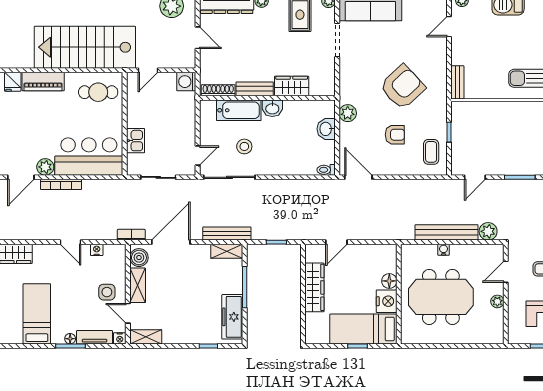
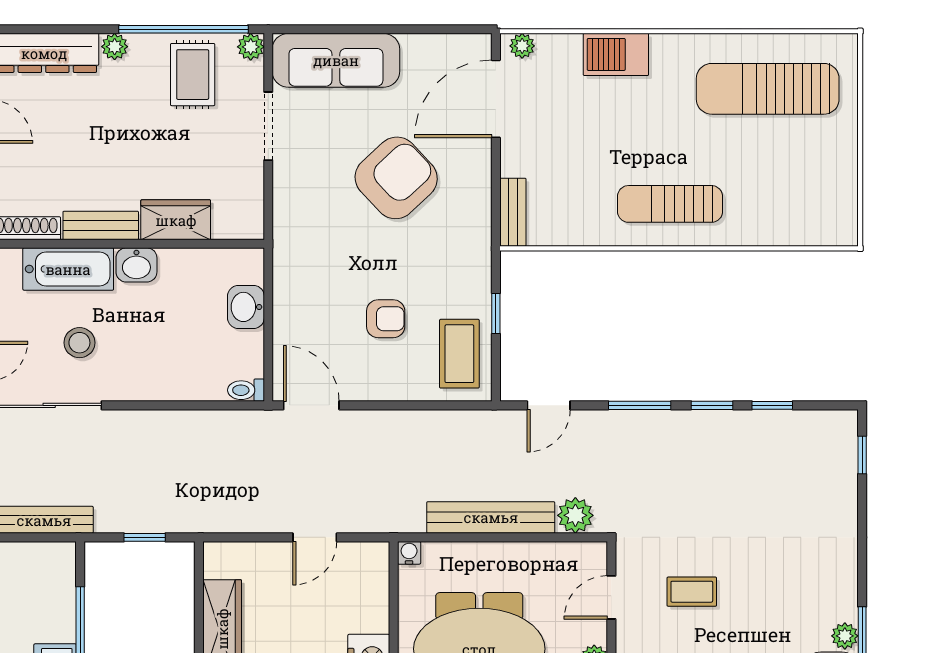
door: (449, 27) -> (496, 99), width x1.88
armchair: (402, 87) -> (396, 178), moved
plant: (348, 113) -> (290, 275), removed
coffee table: (431, 152) -> (459, 354), width x1.36, depth x1.30
door: (336, 242) -> (315, 537), moved
water cooler: (444, 250) -> (409, 553), moved
shelving: (227, 251) -> (44, 556), removed
floor lamp: (389, 281) -> (374, 616), removed

